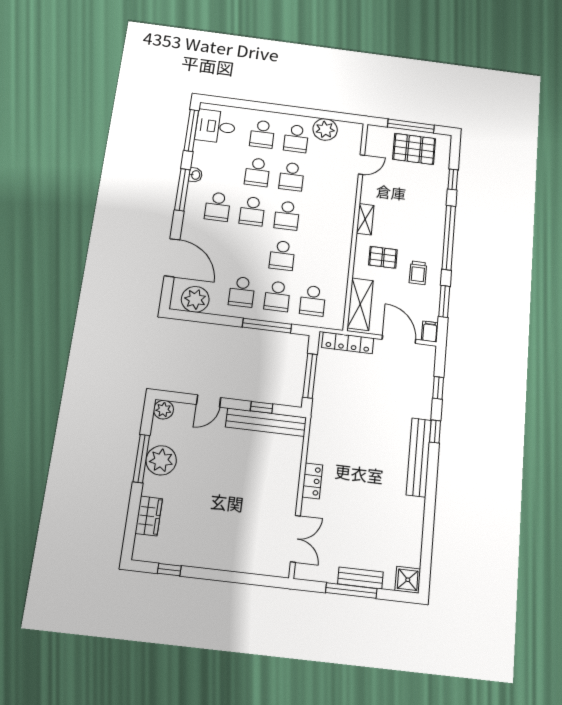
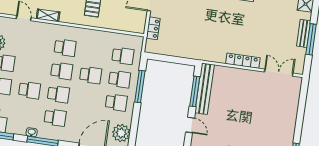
school desk: (292, 177) -> (65, 48), moved
shelving: (365, 219) -> (48, 15), moved
shelving: (360, 304) -> (126, 24), removed
locker: (348, 343) -> (153, 28), width x0.66
window: (310, 376) -> (174, 60), removed
window: (262, 407) -> (195, 91), width x2.17
locker: (312, 481) -> (243, 61), width x1.53

